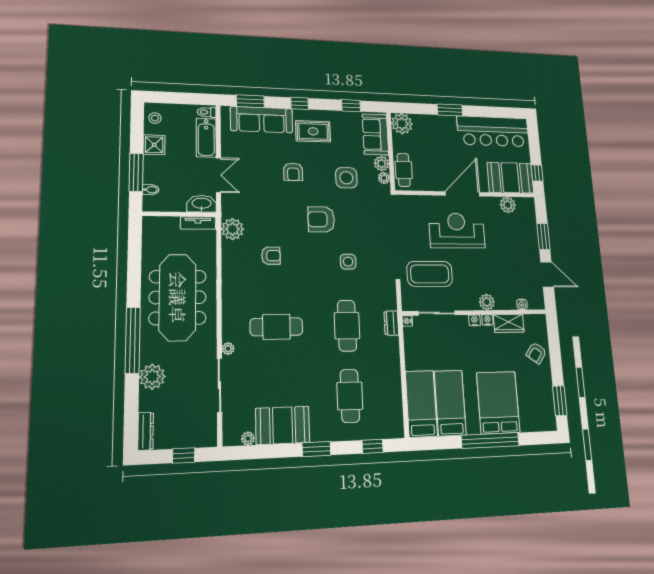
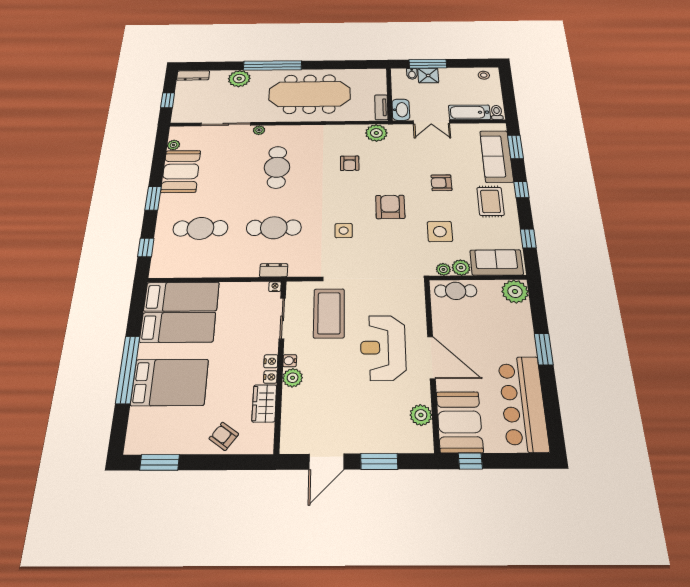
shower: (154, 145) -> (428, 75), moved
reception desk: (457, 231) -> (383, 348), turned 180
water cooler: (522, 304) -> (290, 361), moved

